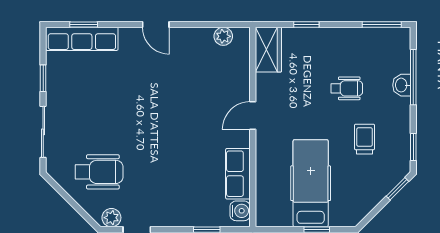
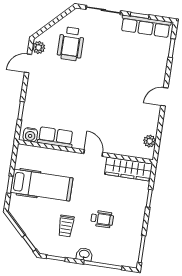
row of seats: (82, 39) -> (146, 26), moved, turned -90
wardrobe: (268, 50) -> (128, 169), width x1.50
washbasin: (402, 85) -> (84, 254), moved
wheelchair: (347, 88) -> (102, 219), turned -90
trolley: (365, 139) -> (66, 226), turned 90

